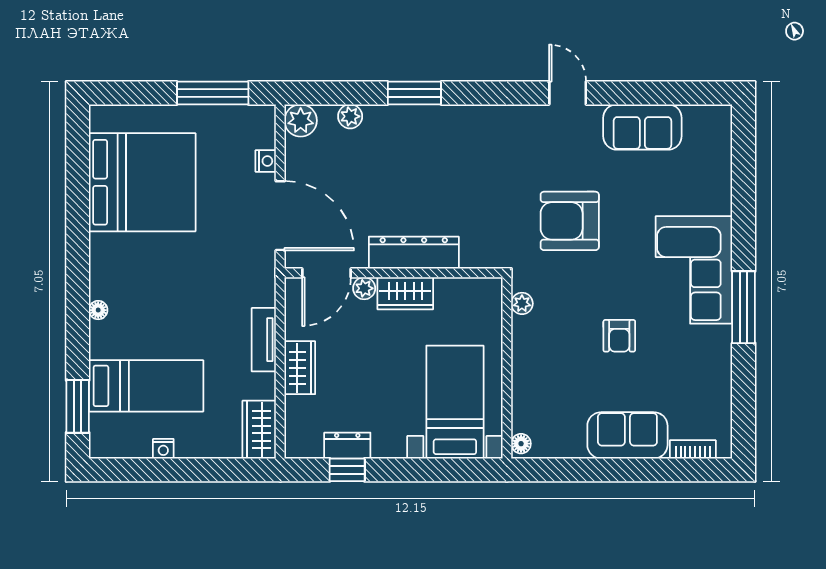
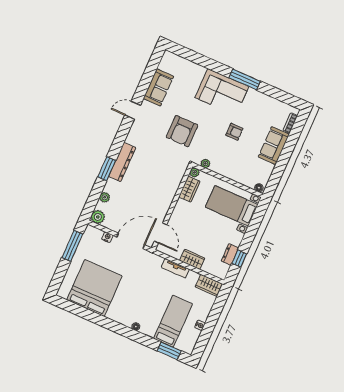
dresser: (414, 253) -> (122, 162), moved, turned 180
plant: (364, 288) -> (194, 172), moved
wardrobe: (405, 293) -> (189, 189), moved

